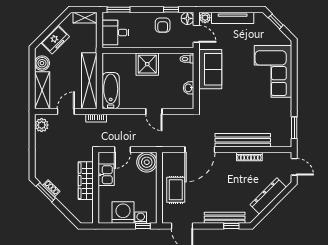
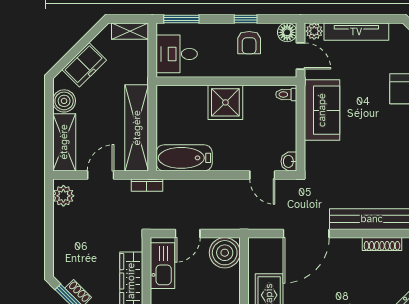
window: (171, 10) -> (246, 19), moved
washbasin: (189, 88) -> (289, 161), moved
bathtub: (111, 91) -> (184, 158), moved, turned -90
door: (154, 111) -> (262, 175), moved
kitchen sink: (106, 175) -> (162, 266), width x1.38

